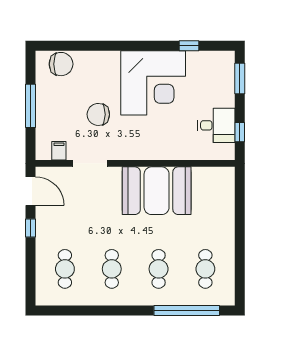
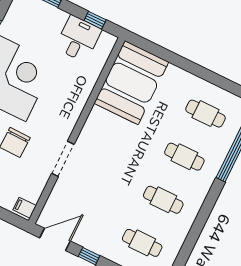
filing cabinet: (59, 151) -> (25, 208), moved
doorway: (90, 163) -> (63, 159), moved
booth: (157, 191) -> (131, 83), moved

